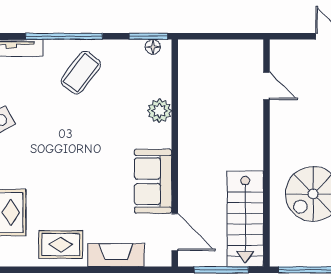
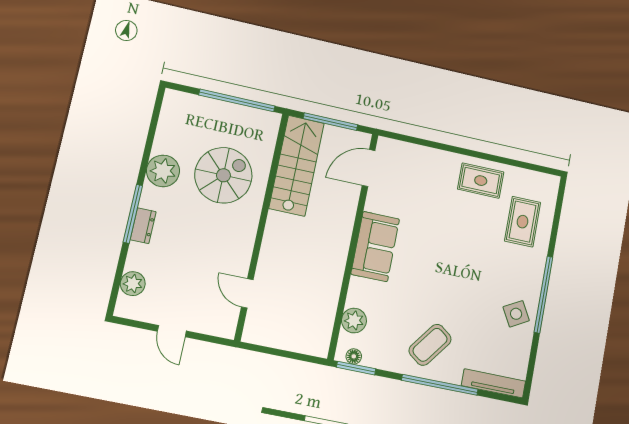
plant: (159, 111) -> (354, 321), moved
sofa: (153, 181) -> (375, 247), moved
door: (175, 232) -> (369, 168), hinge flipped
fireplace: (116, 255) -> (430, 159), removed

